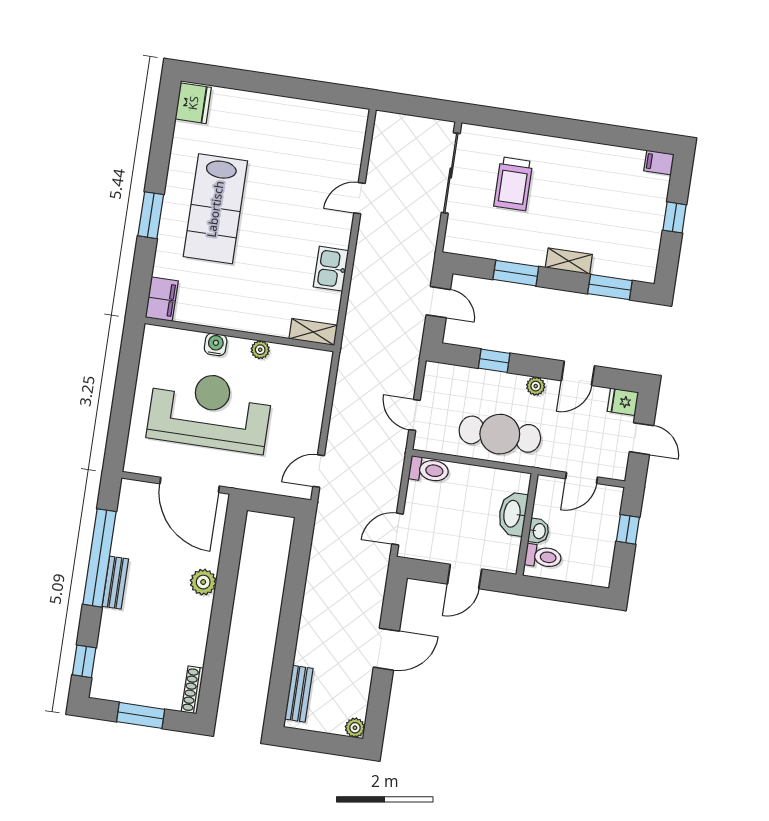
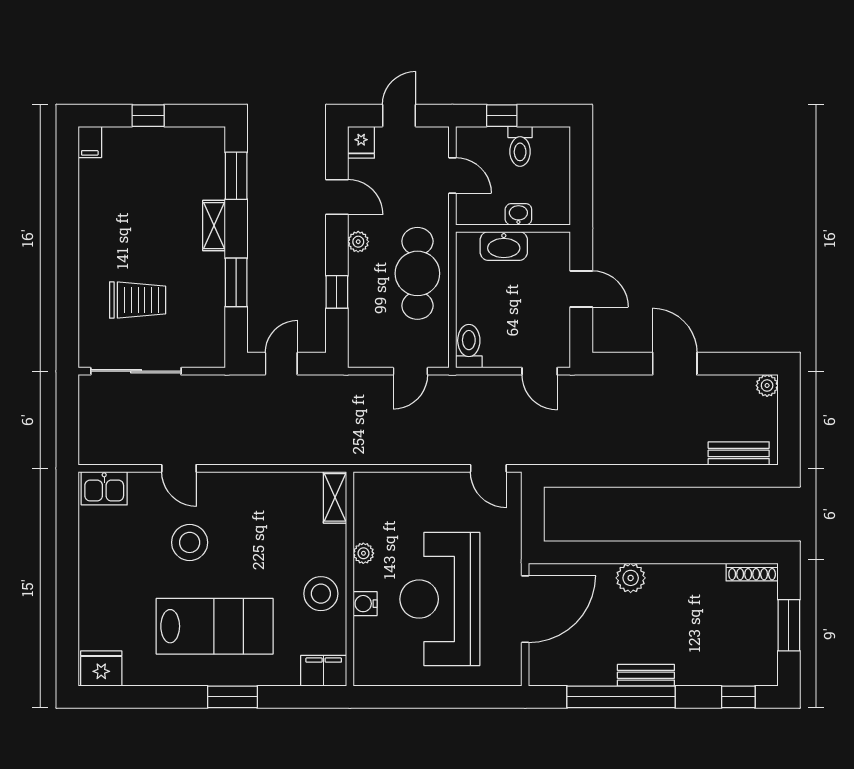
stool: (293, 198) -> (190, 542), added
kitchen sink: (331, 269) -> (104, 488), moved
stool: (230, 307) -> (321, 594), added
toilet: (543, 557) -> (520, 146), moved, turned 180

